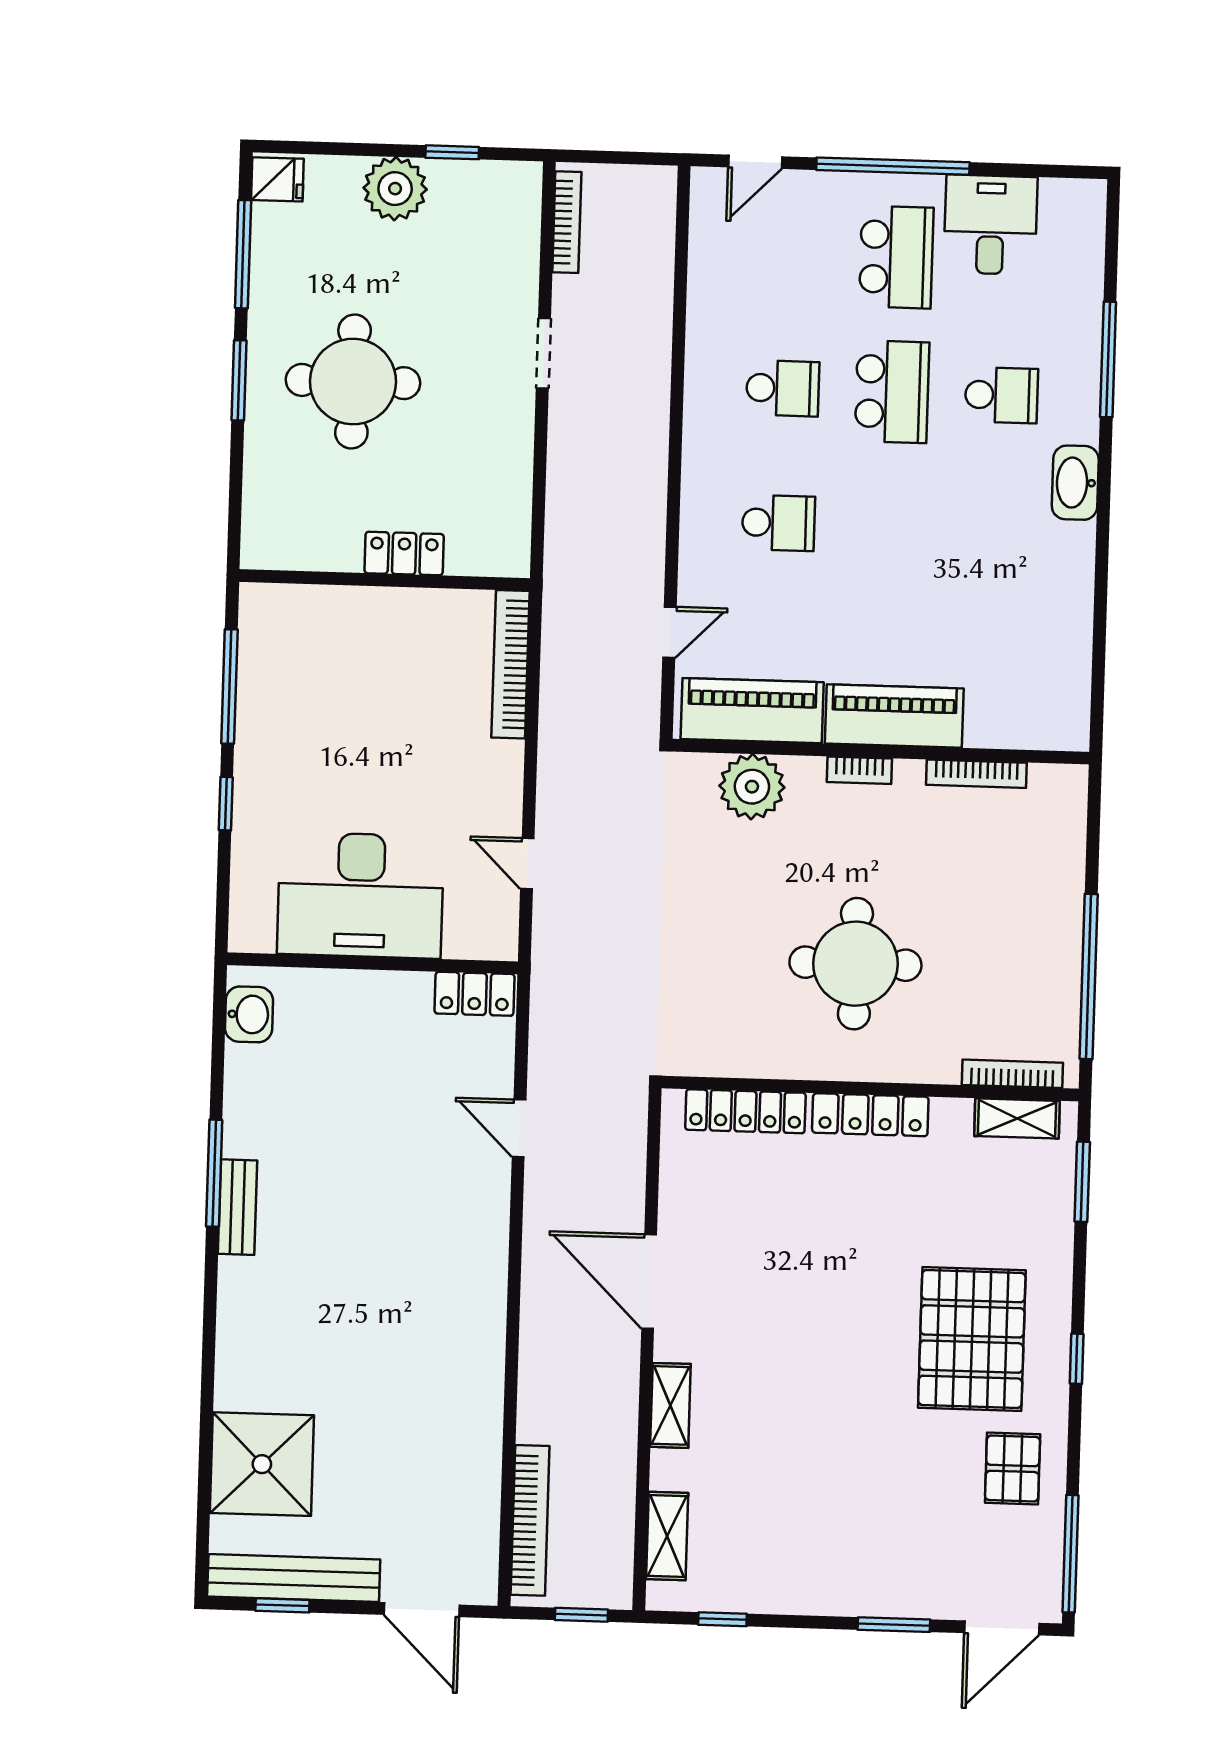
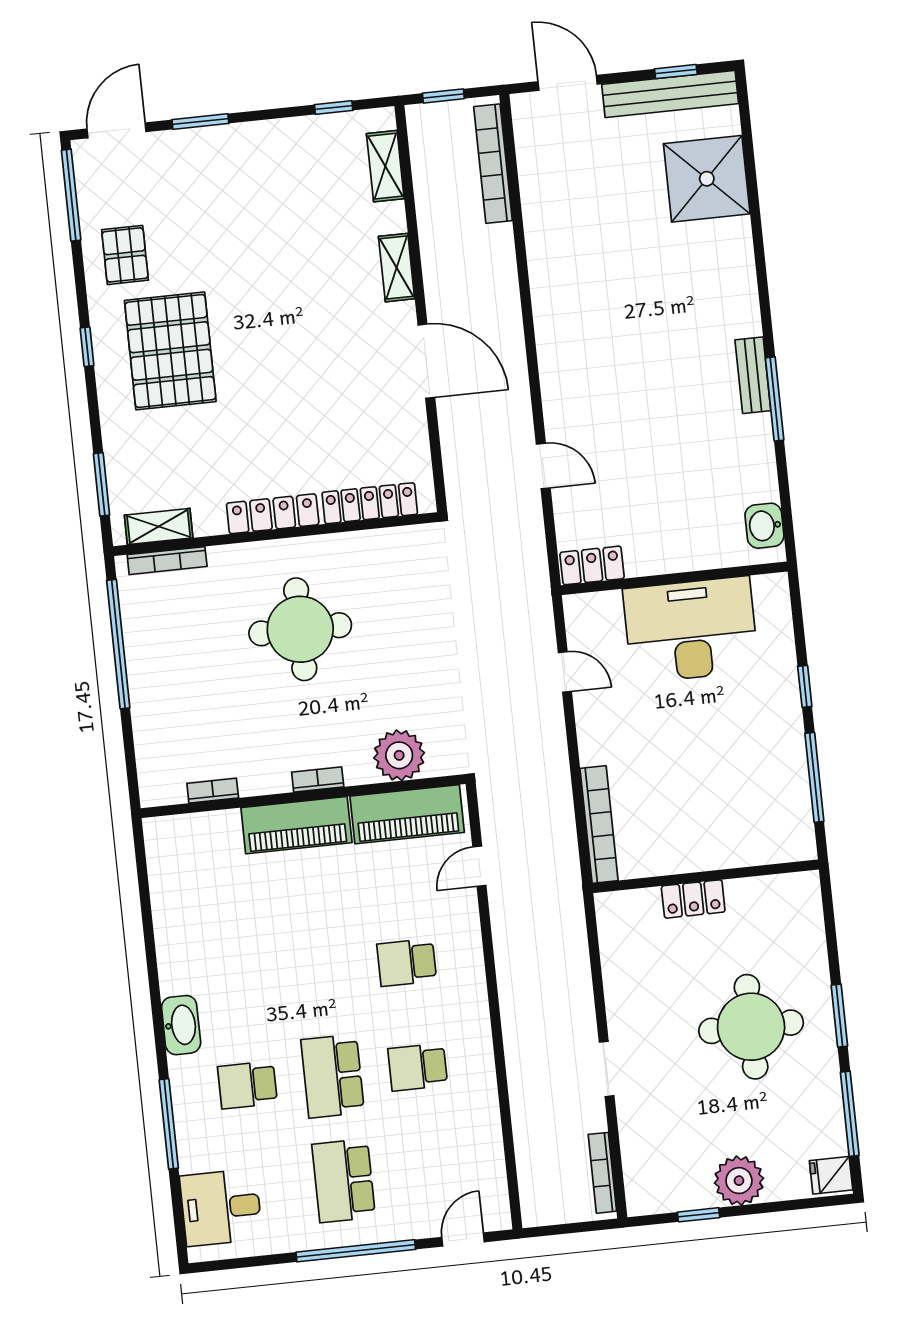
desk: (991, 225) -> (221, 1208), moved, turned 90
bookcase: (976, 774) -> (213, 791), width x0.64

